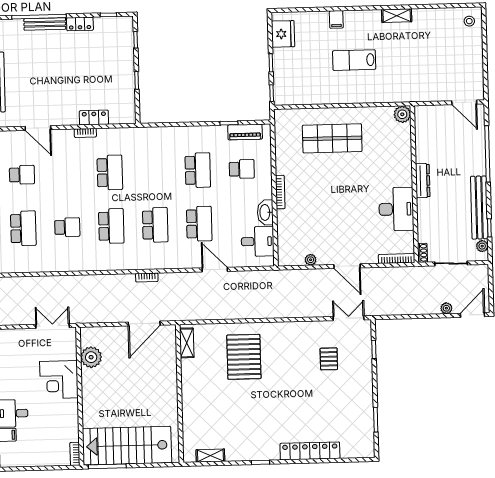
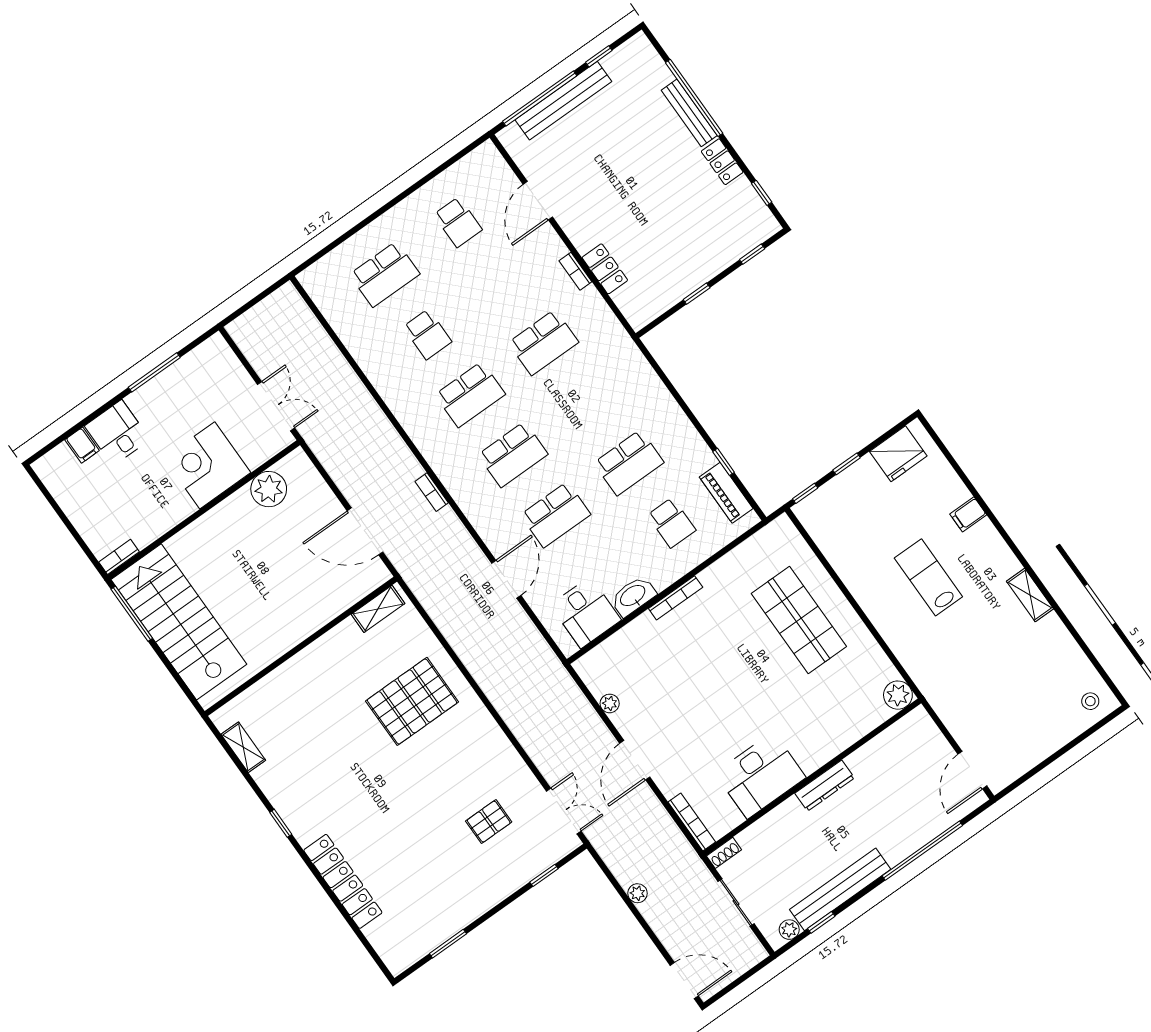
plant: (446, 308) -> (637, 893), moved

